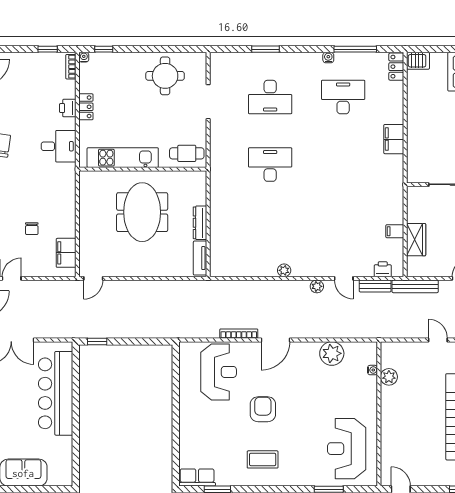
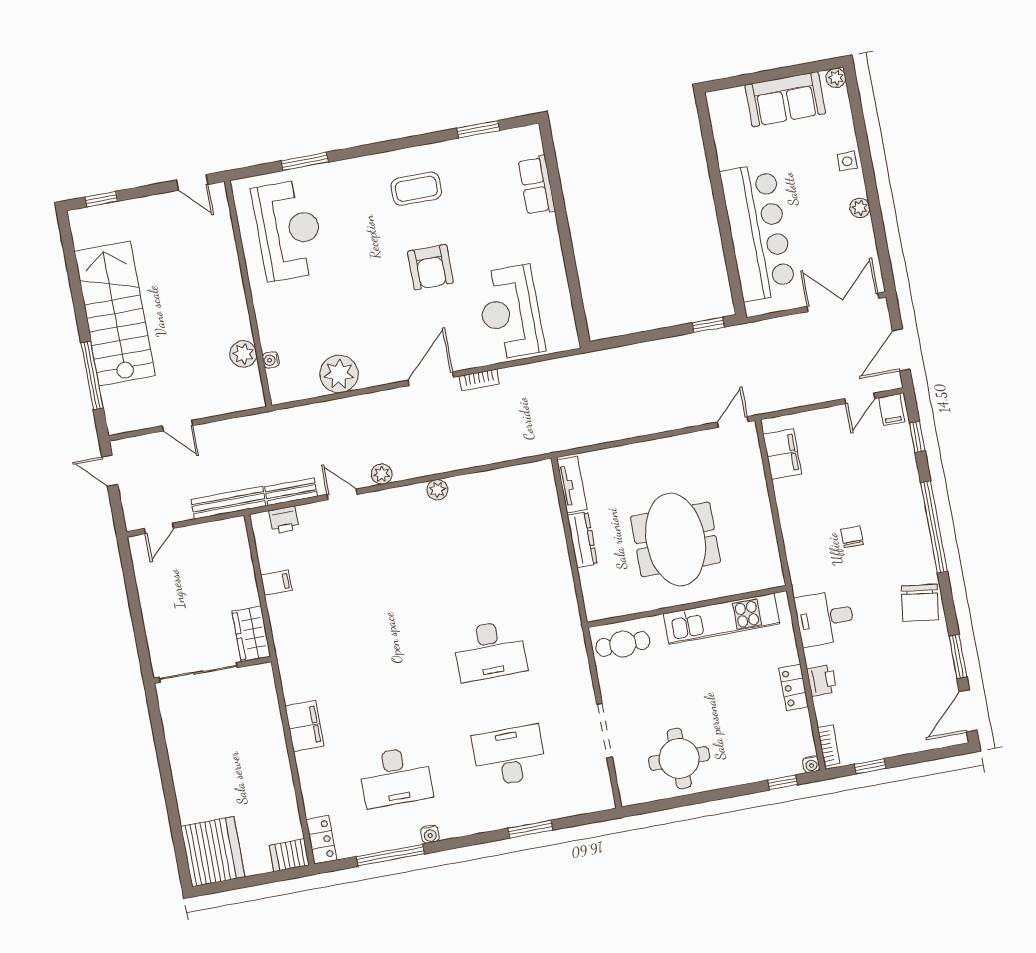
chair: (32, 229) -> (852, 537), moved
wardrobe: (416, 240) -> (251, 634), moved
bookcase: (239, 334) -> (479, 380), width x0.64
row of seats: (197, 477) -> (537, 185), moved, turned 90

